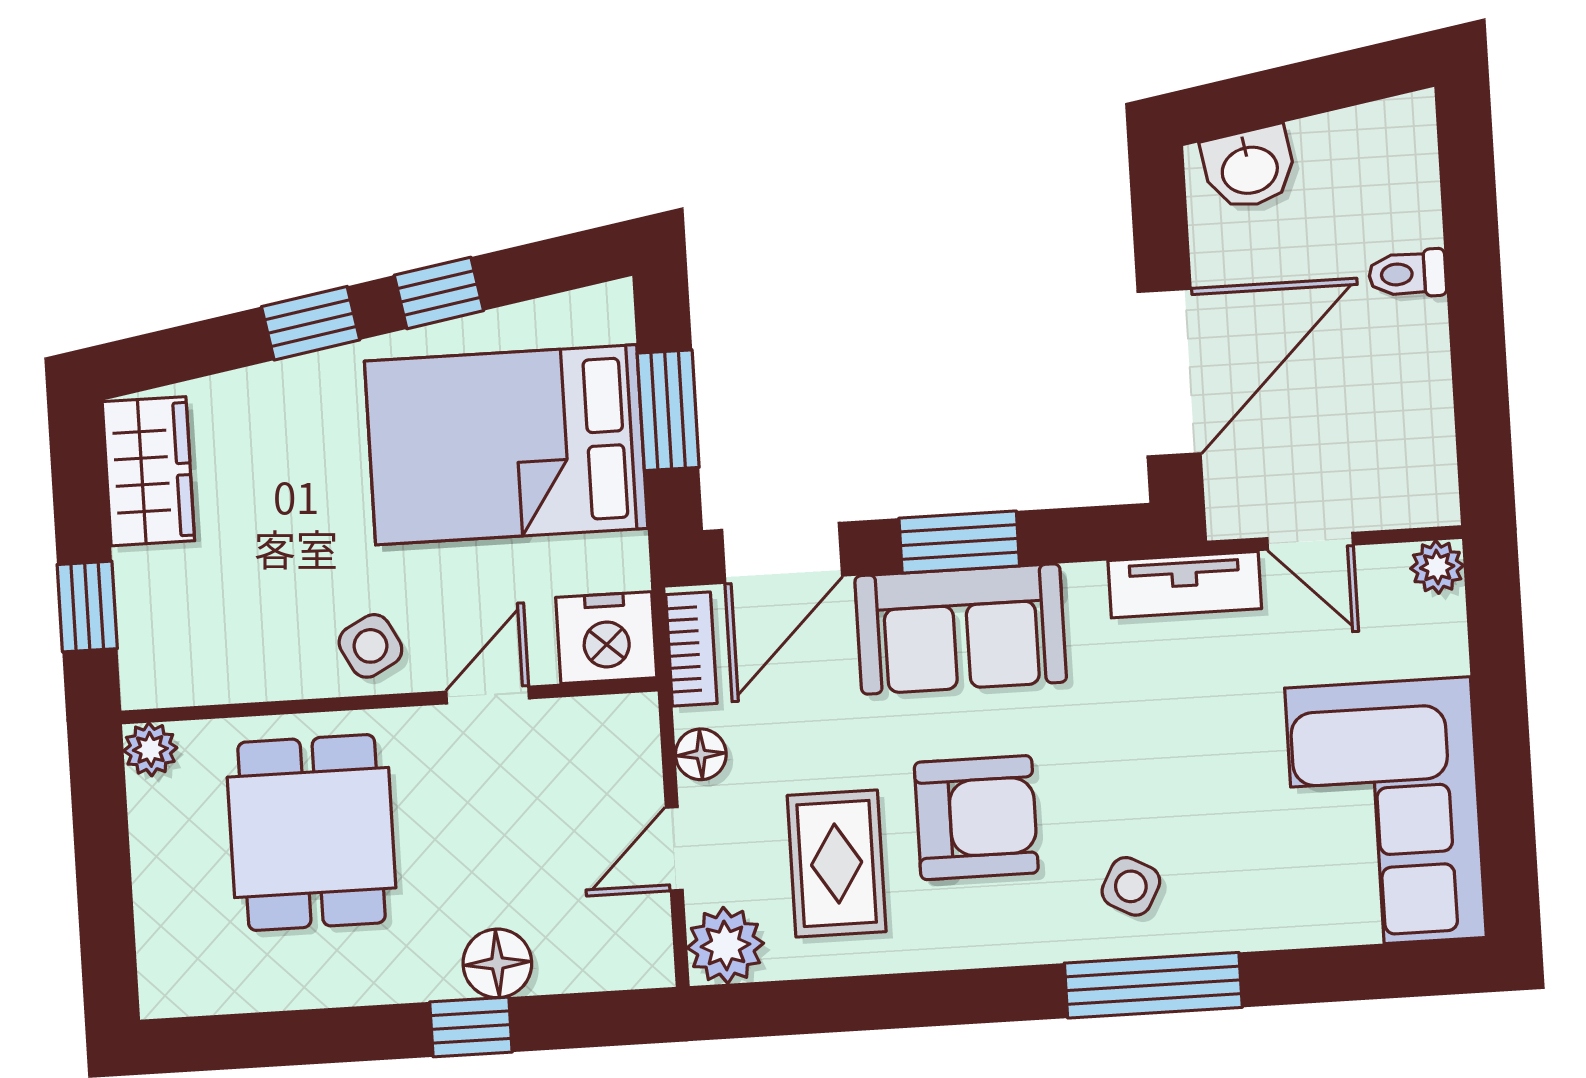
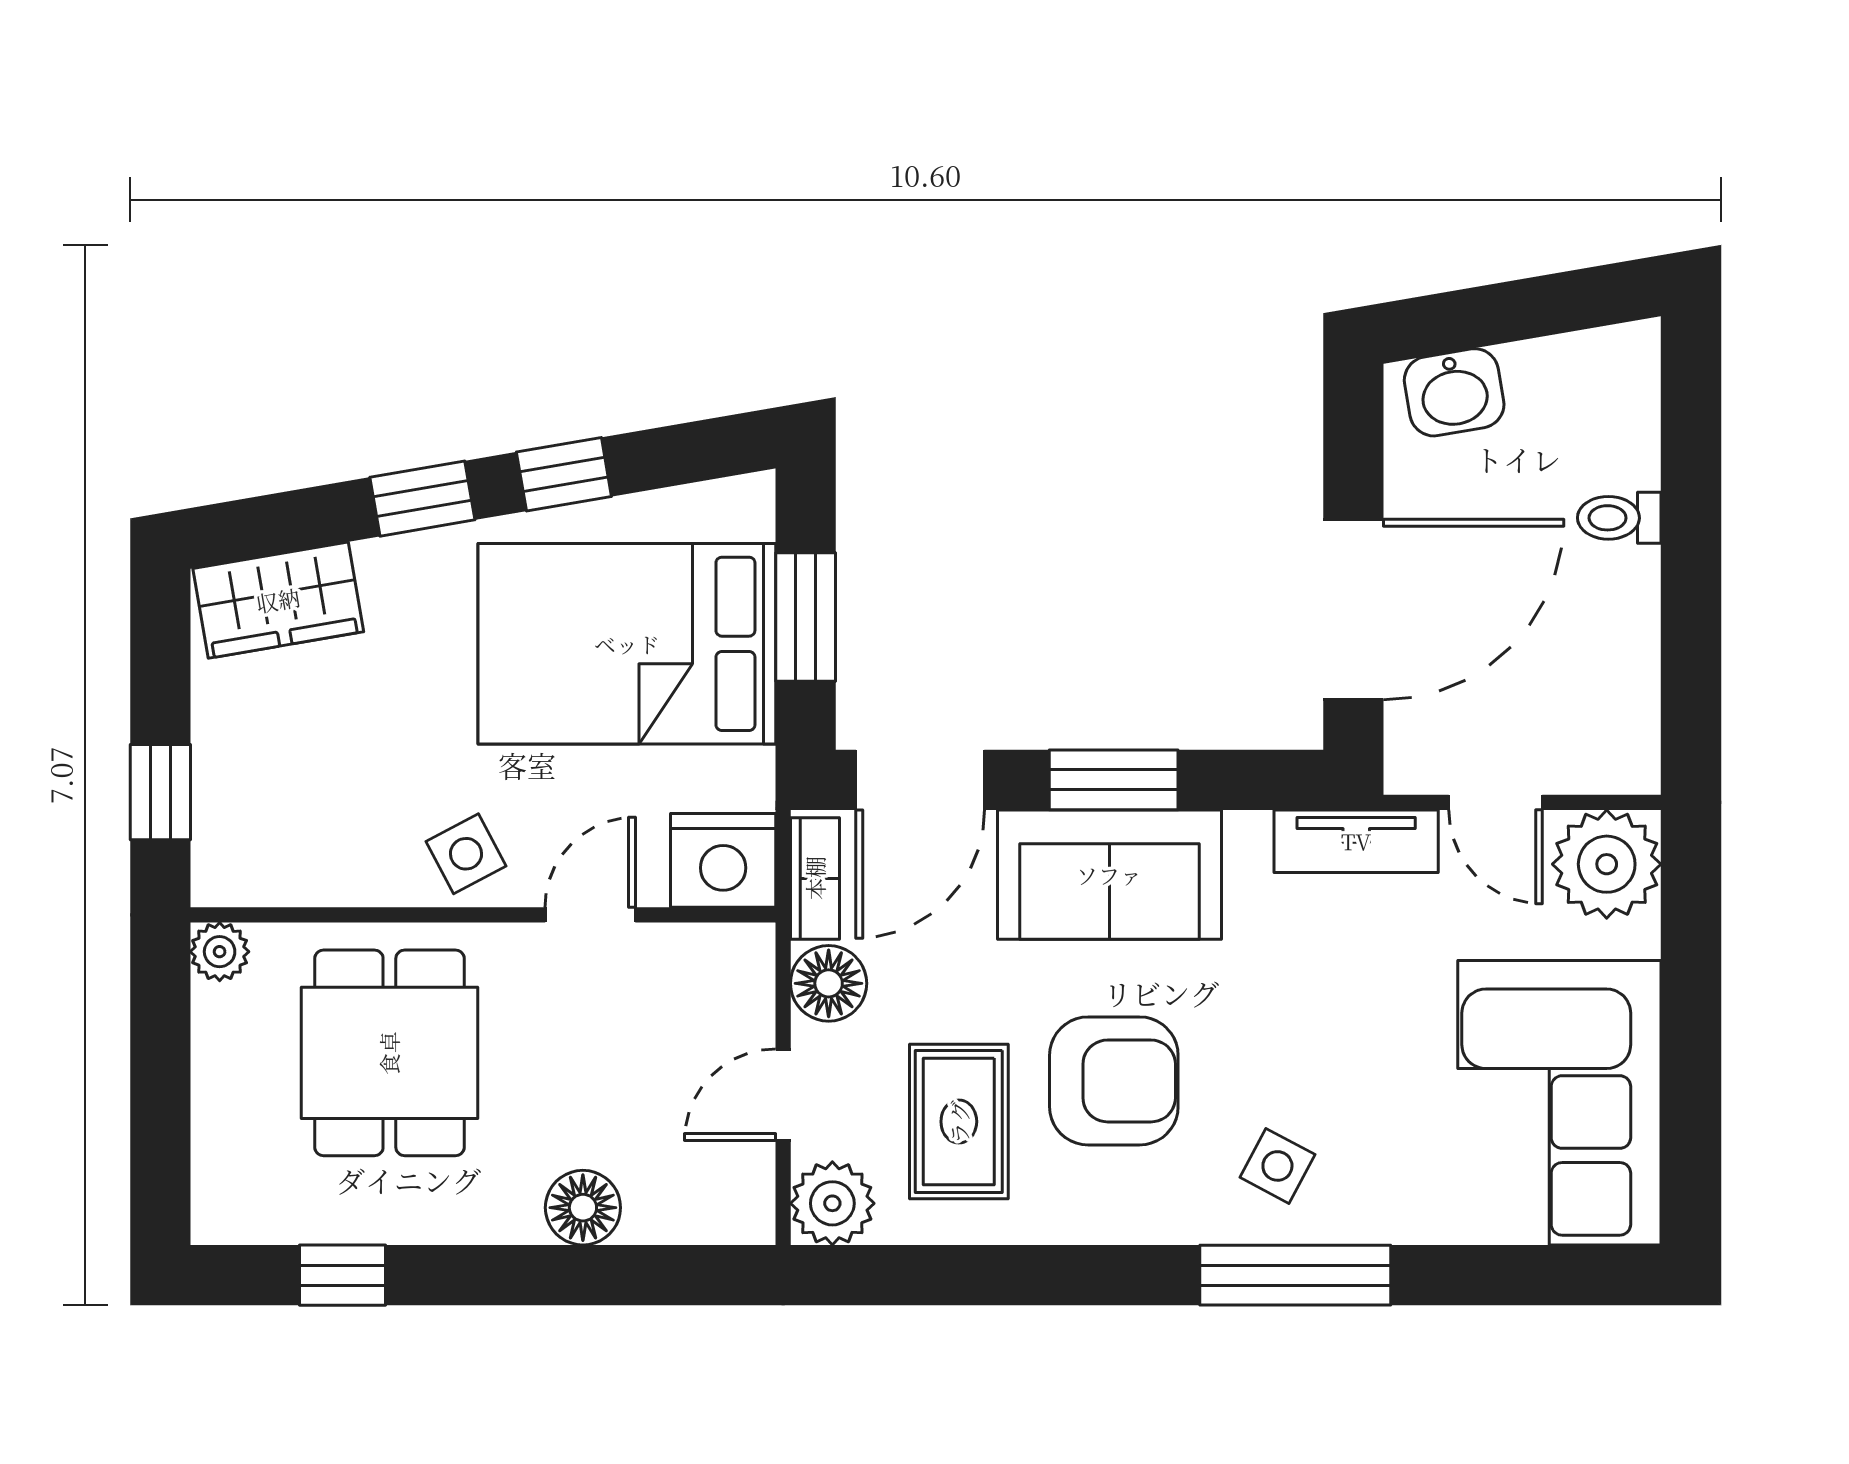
wardrobe: (148, 471) -> (278, 600), moved, turned 80
plant: (1437, 567) -> (1607, 864), width x1.88, depth x1.88
floor lamp: (701, 754) -> (829, 983), width x1.37, depth x1.37
window: (471, 1027) -> (343, 1275), moved

